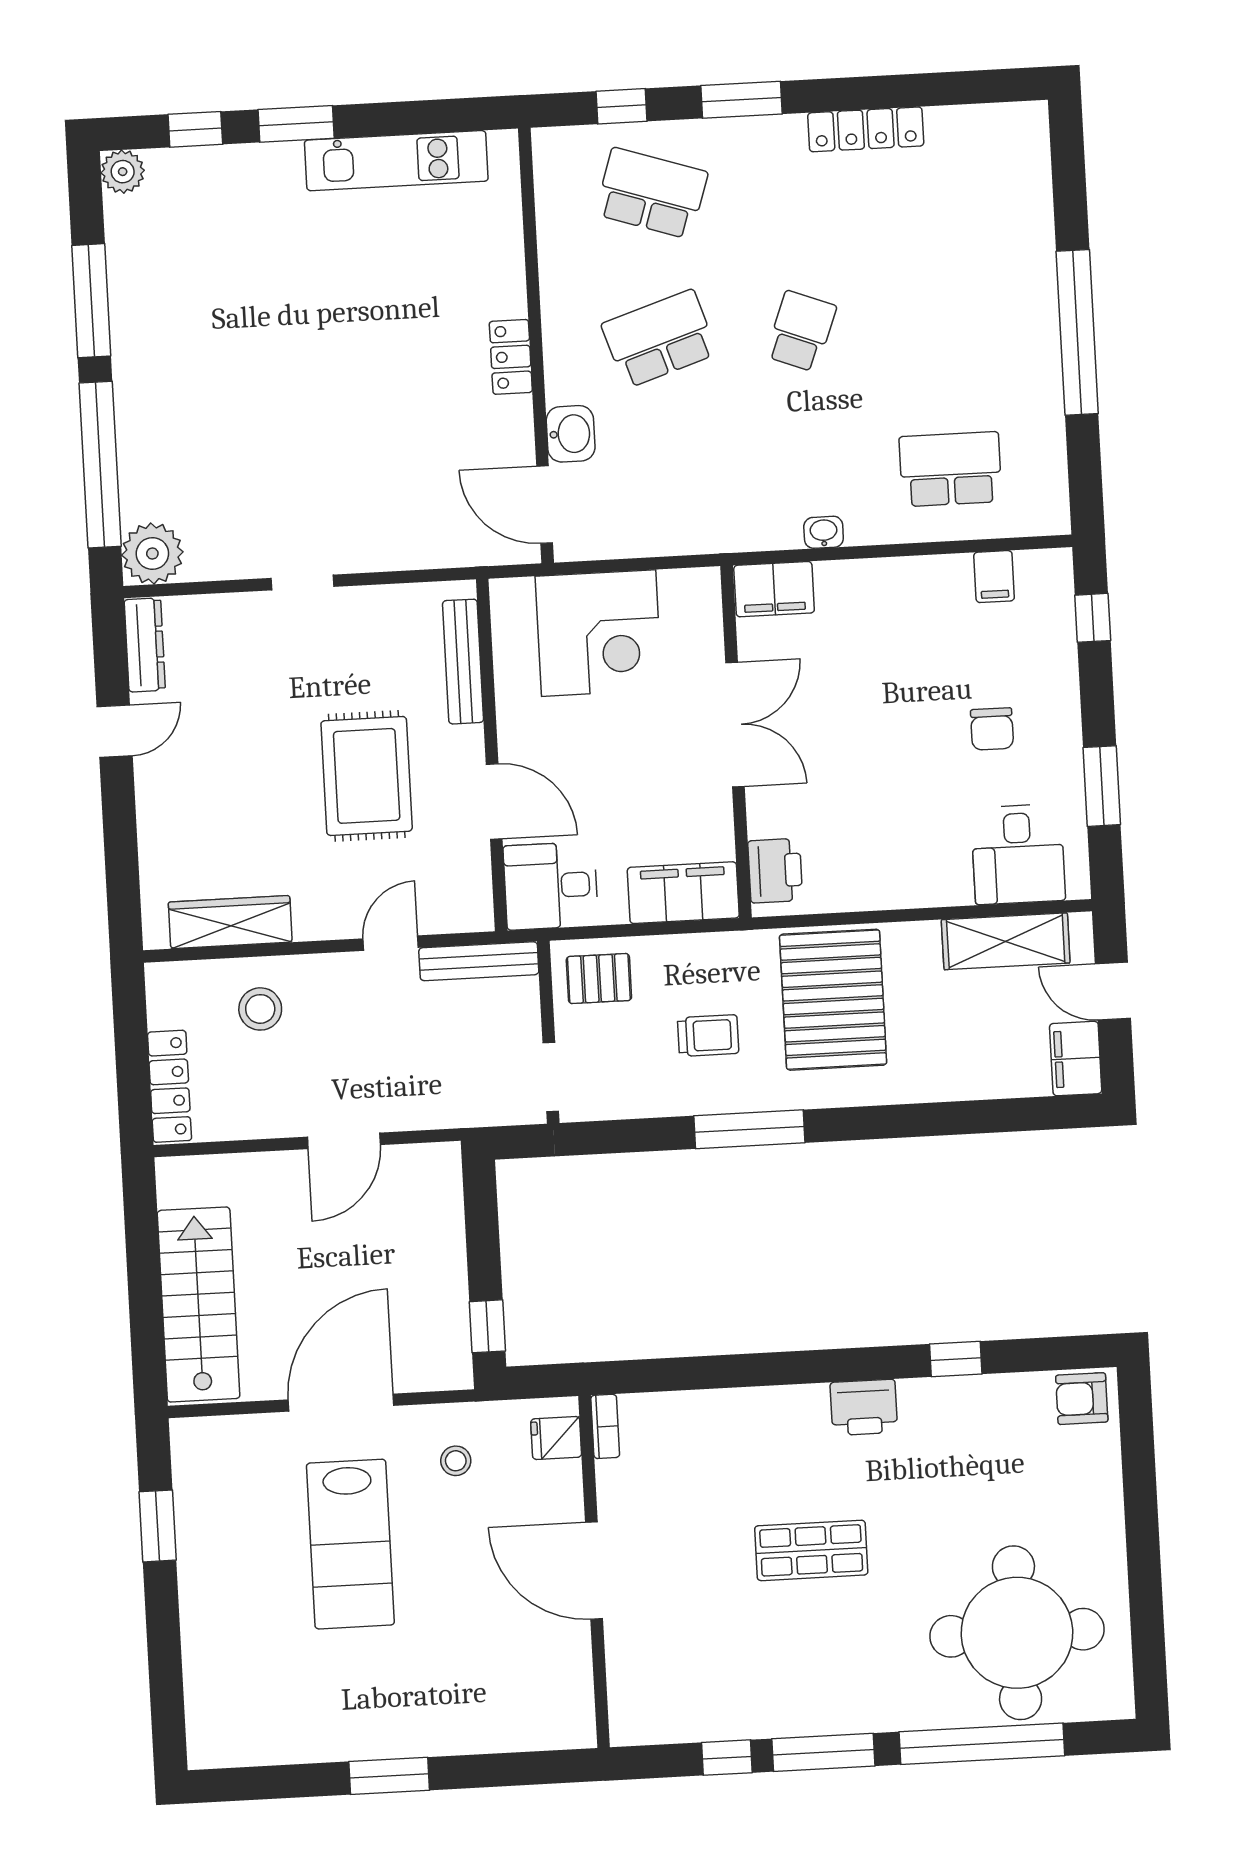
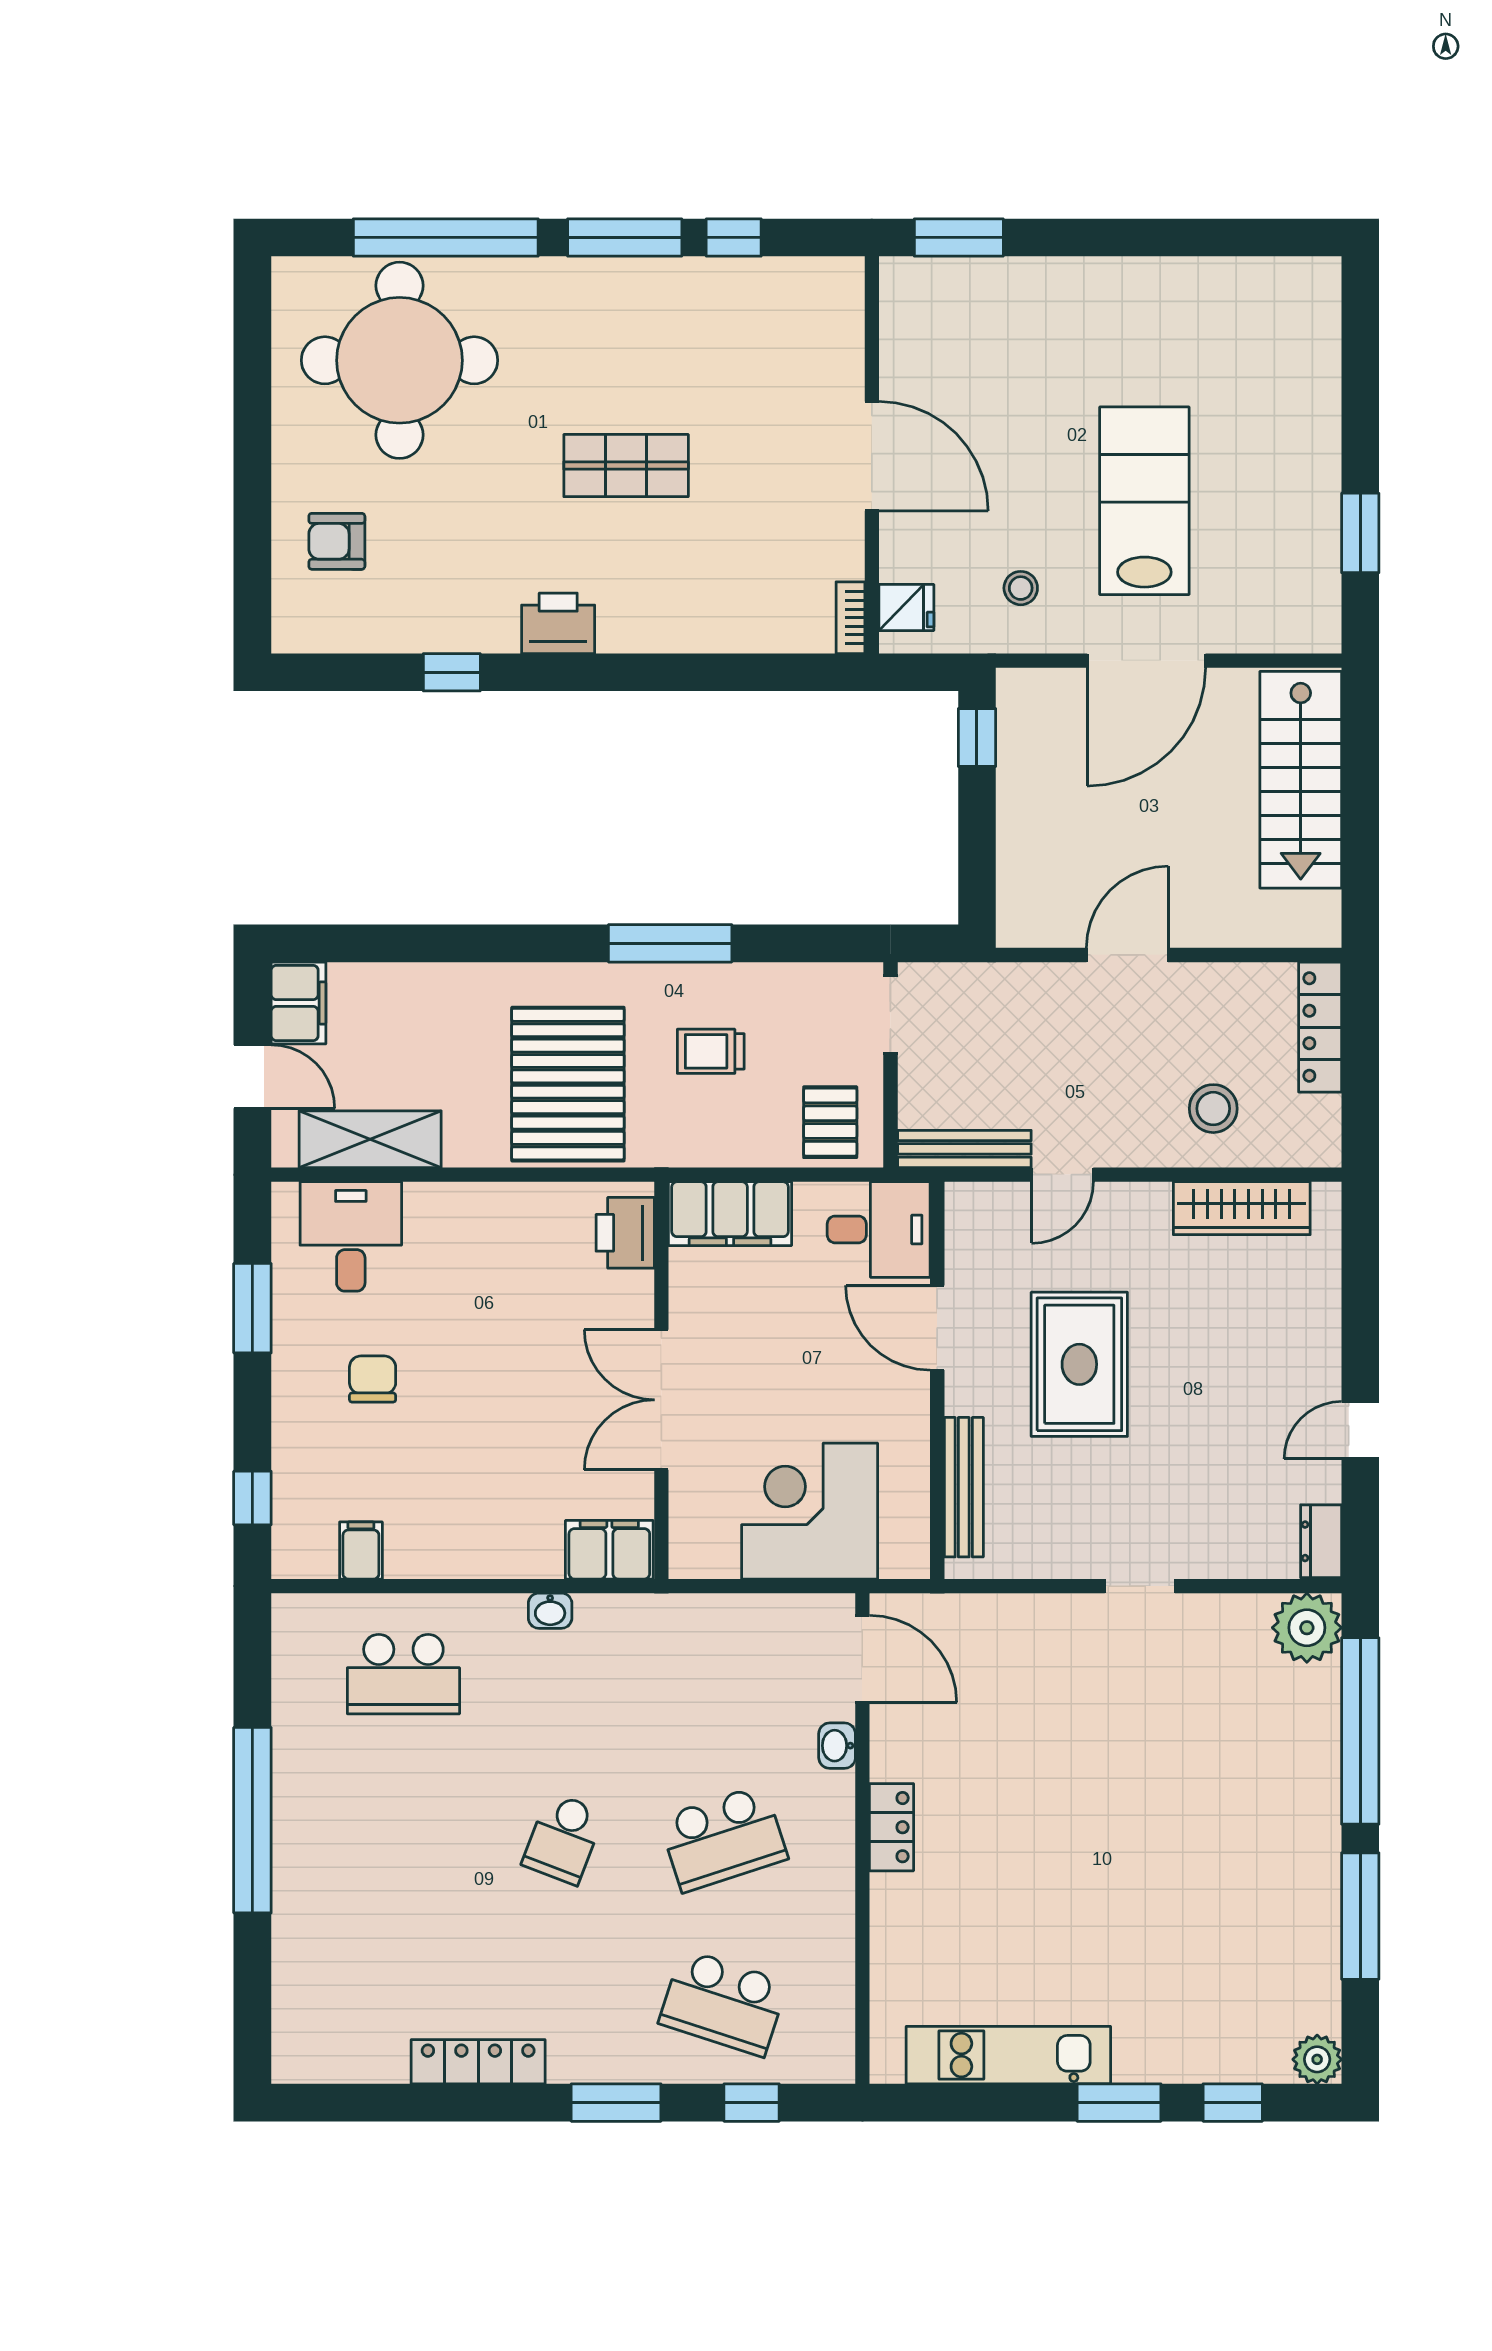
washbasin: (571, 434) -> (837, 1746), width x0.72, depth x0.69
dresser: (145, 645) -> (1321, 1541), width x0.70
pallet: (599, 979) -> (830, 1122), turned 90
armchair: (1082, 1399) -> (337, 541), moved, turned 180
window: (389, 1776) -> (959, 237), moved

